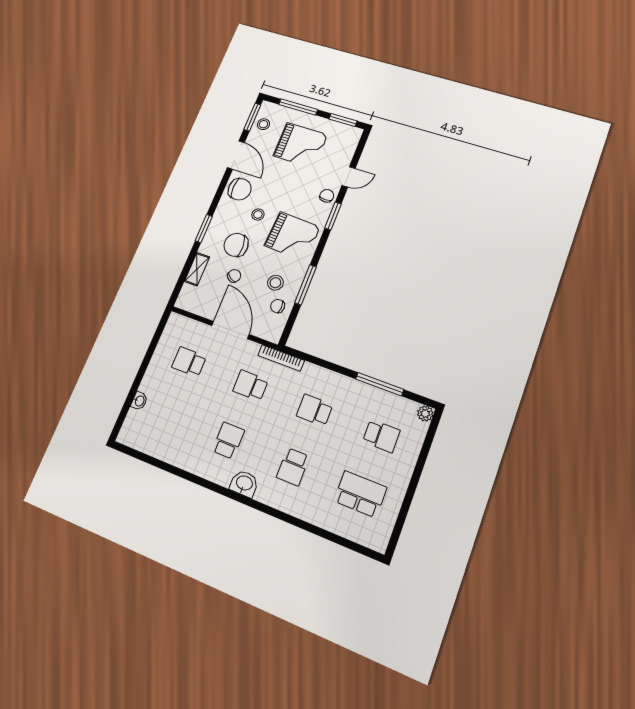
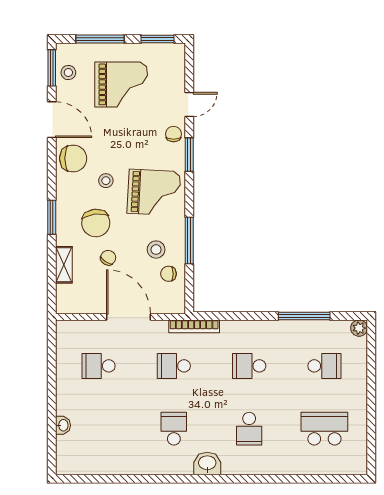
chair: (236, 245) -> (96, 223), turned -93

